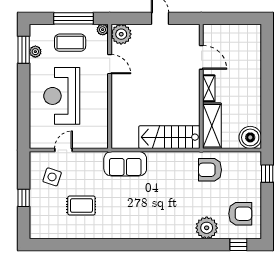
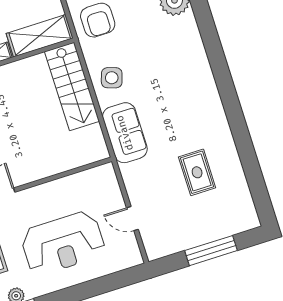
side table: (52, 177) -> (112, 78), moved
window: (24, 198) -> (211, 251), width x2.17

